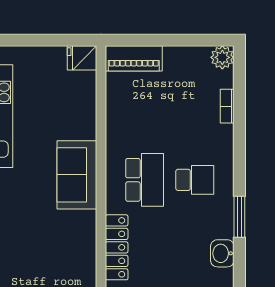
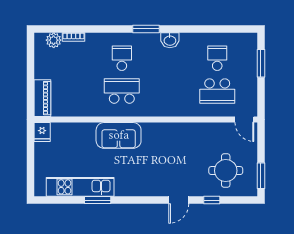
plant: (222, 57) -> (54, 40), moved
locker: (117, 247) -> (166, 109), removed

